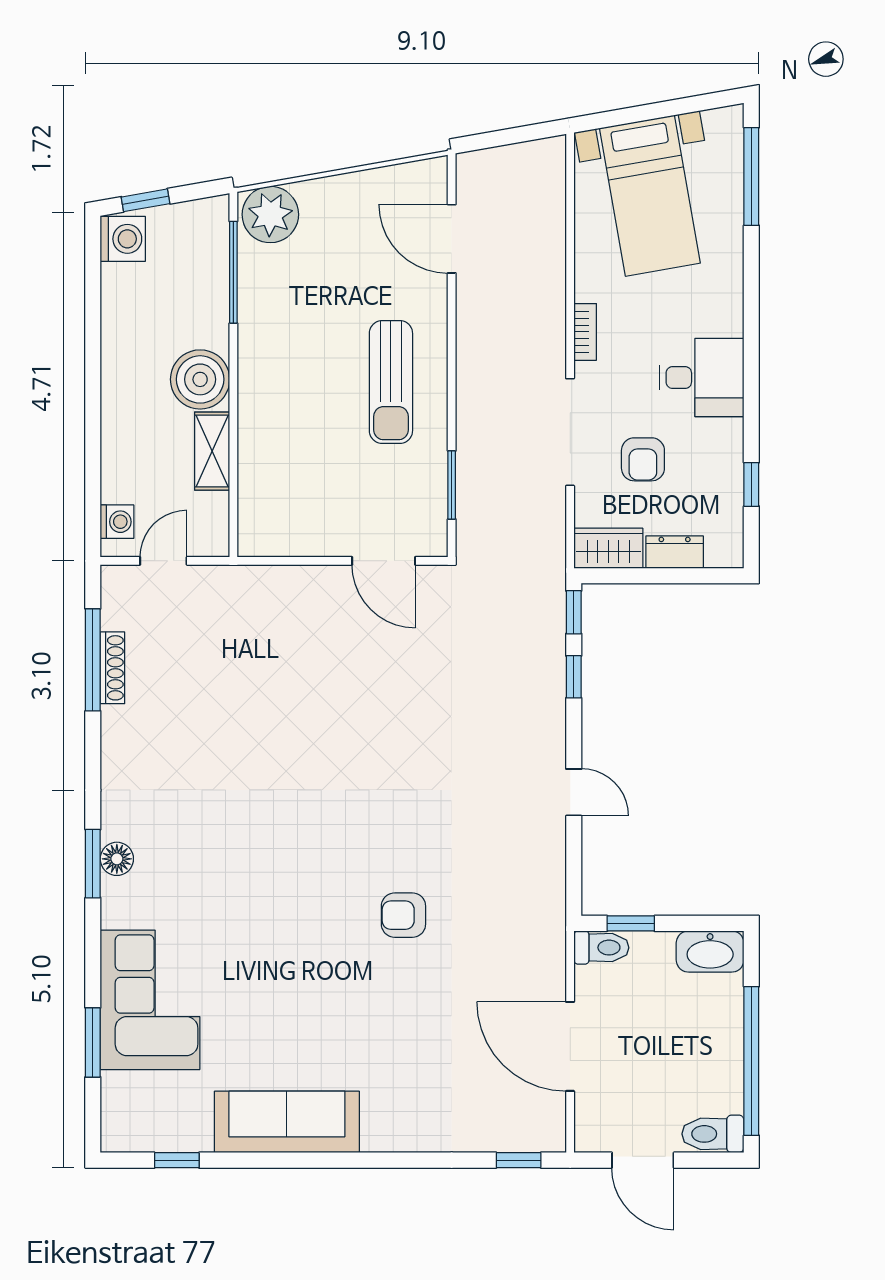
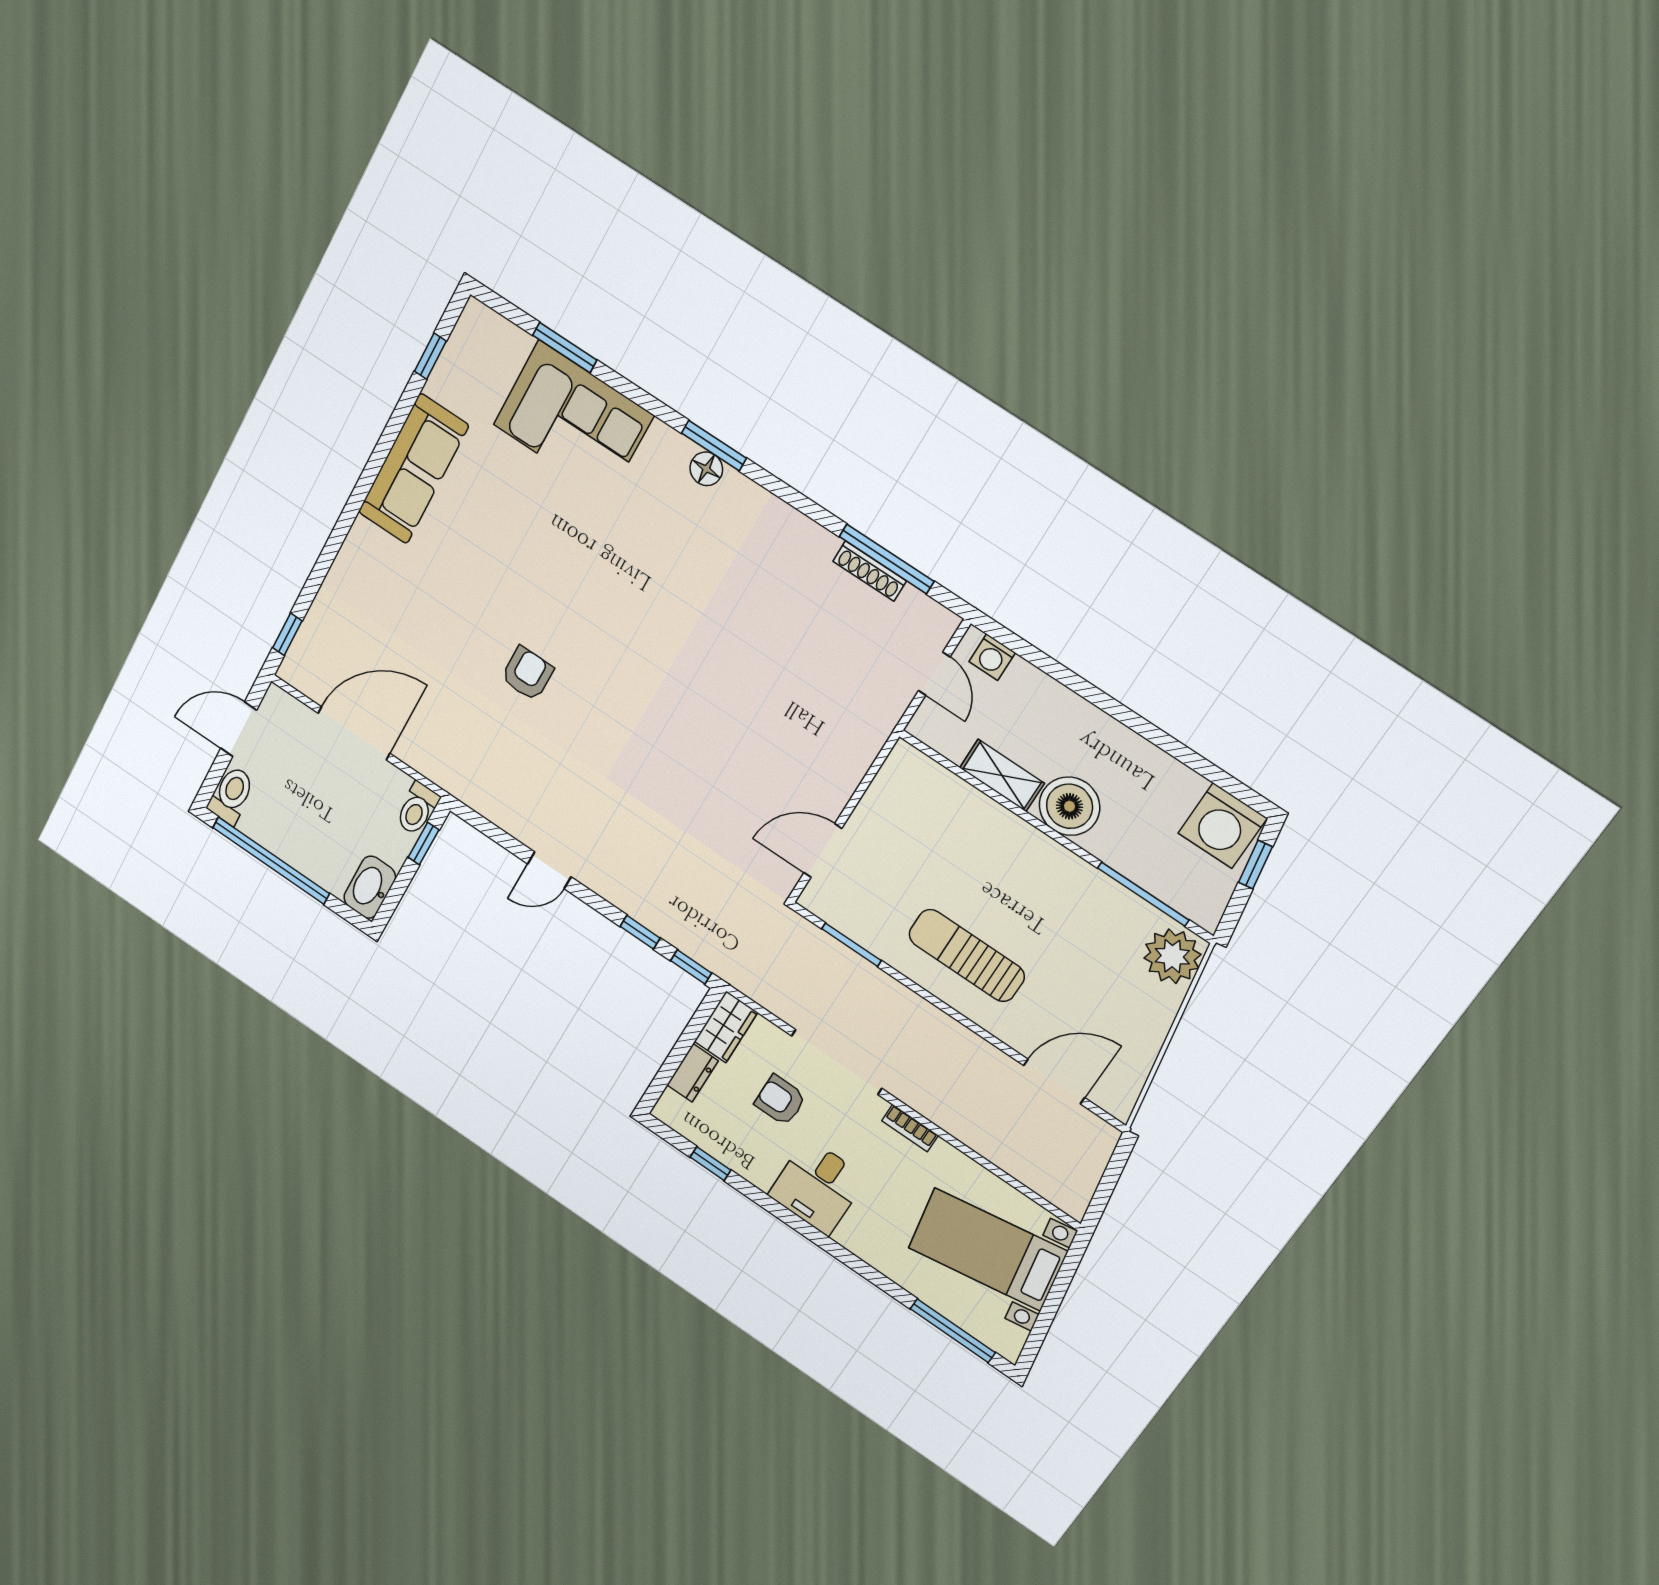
washing machine: (123, 239) -> (1222, 826), width x1.37, depth x1.37

